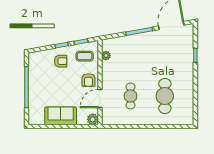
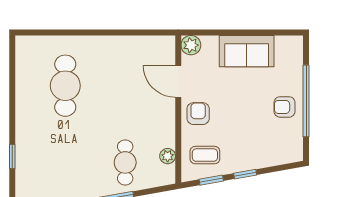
armchair: (61, 61) -> (285, 107), moved
cafe table: (130, 96) -> (125, 162), moved
door: (100, 99) -> (178, 81), swing flipped

